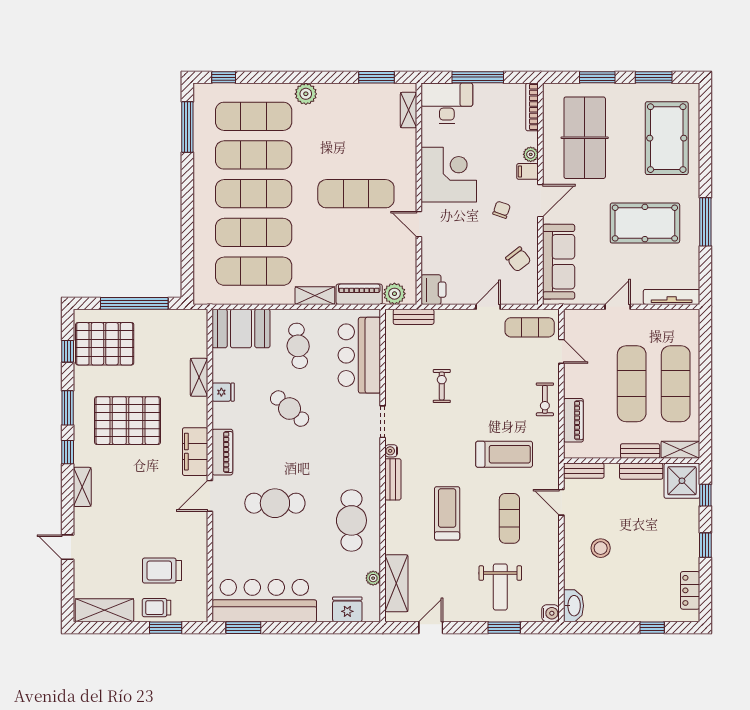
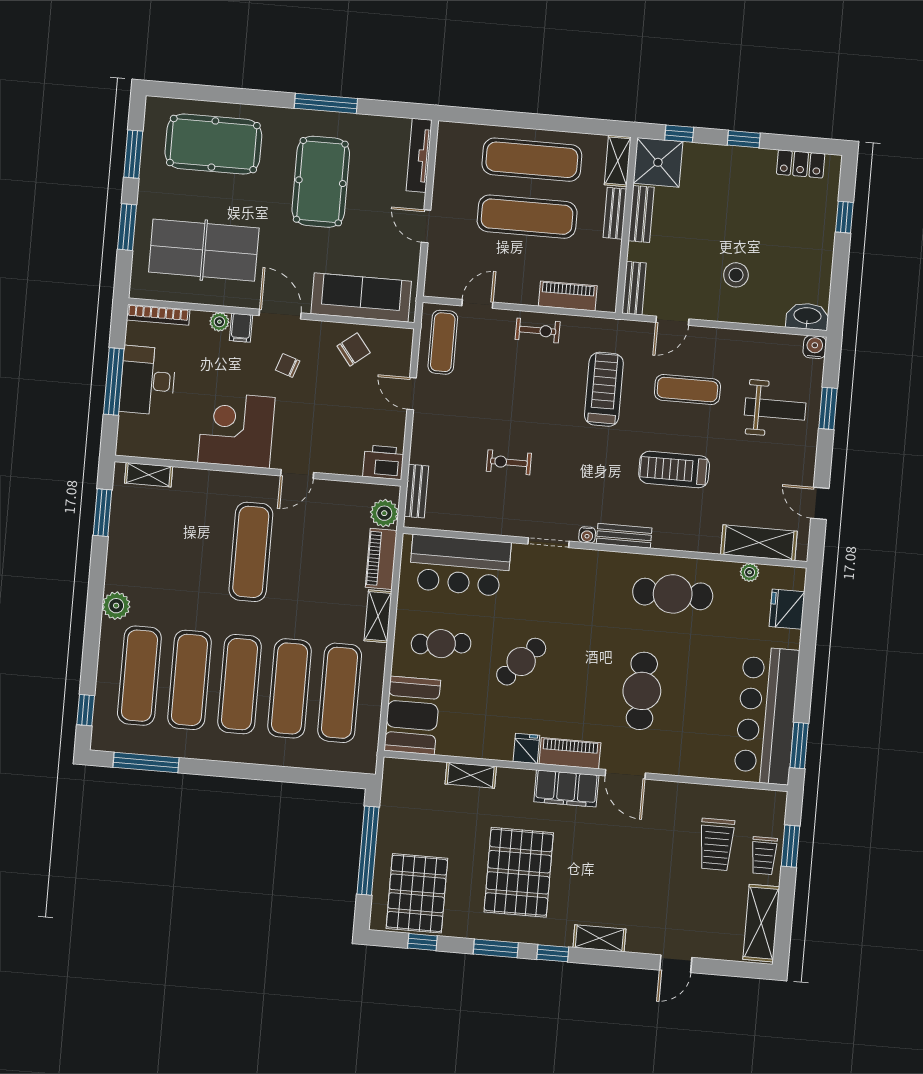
desk: (447, 103) -> (148, 380), moved
fridge: (223, 392) -> (526, 748), moved

